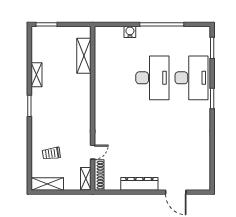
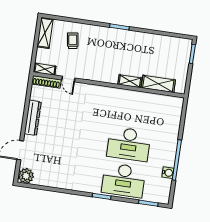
water cooler: (130, 32) -> (168, 173), moved
shelving: (37, 75) -> (130, 81), moved
plant: (202, 182) -> (26, 176), added

